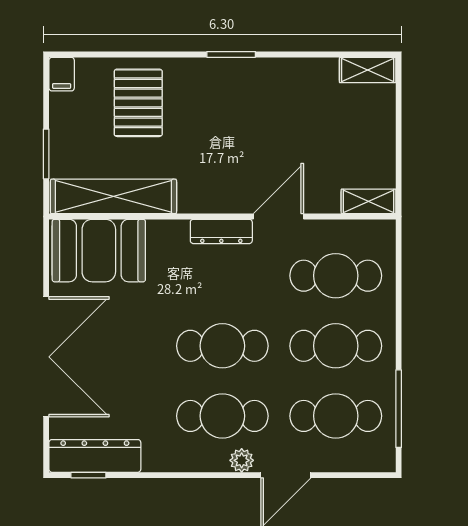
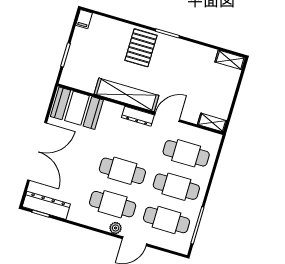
pallet: (138, 103) -> (141, 48), moved
shelving: (113, 196) -> (126, 95), moved

